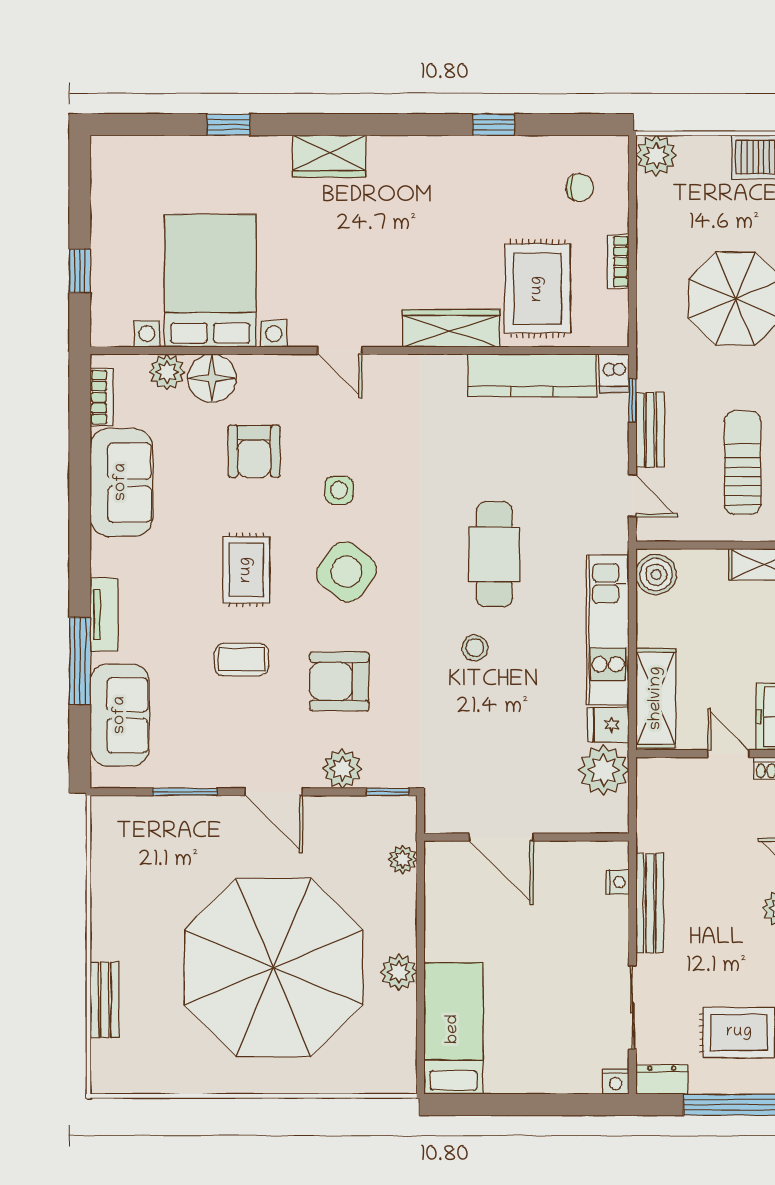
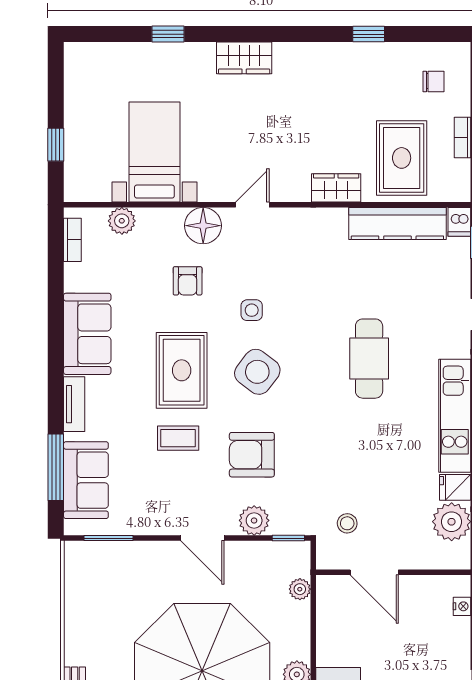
bed with nightstands: (210, 281) -> (154, 152), width x0.73
wardrobe: (451, 328) -> (336, 188), width x0.67
door: (340, 350) -> (252, 205), swing flipped
floor lamp: (212, 378) -> (203, 226), moved
armchair: (254, 451) -> (188, 281), width x0.72, depth x0.72
sofa: (121, 482) -> (87, 334), moved
rug: (246, 570) -> (182, 370), width x1.36, depth x1.43
stool: (475, 648) -> (347, 523), moved
window: (80, 661) -> (56, 467), moved
window: (185, 792) -> (108, 538), moved

